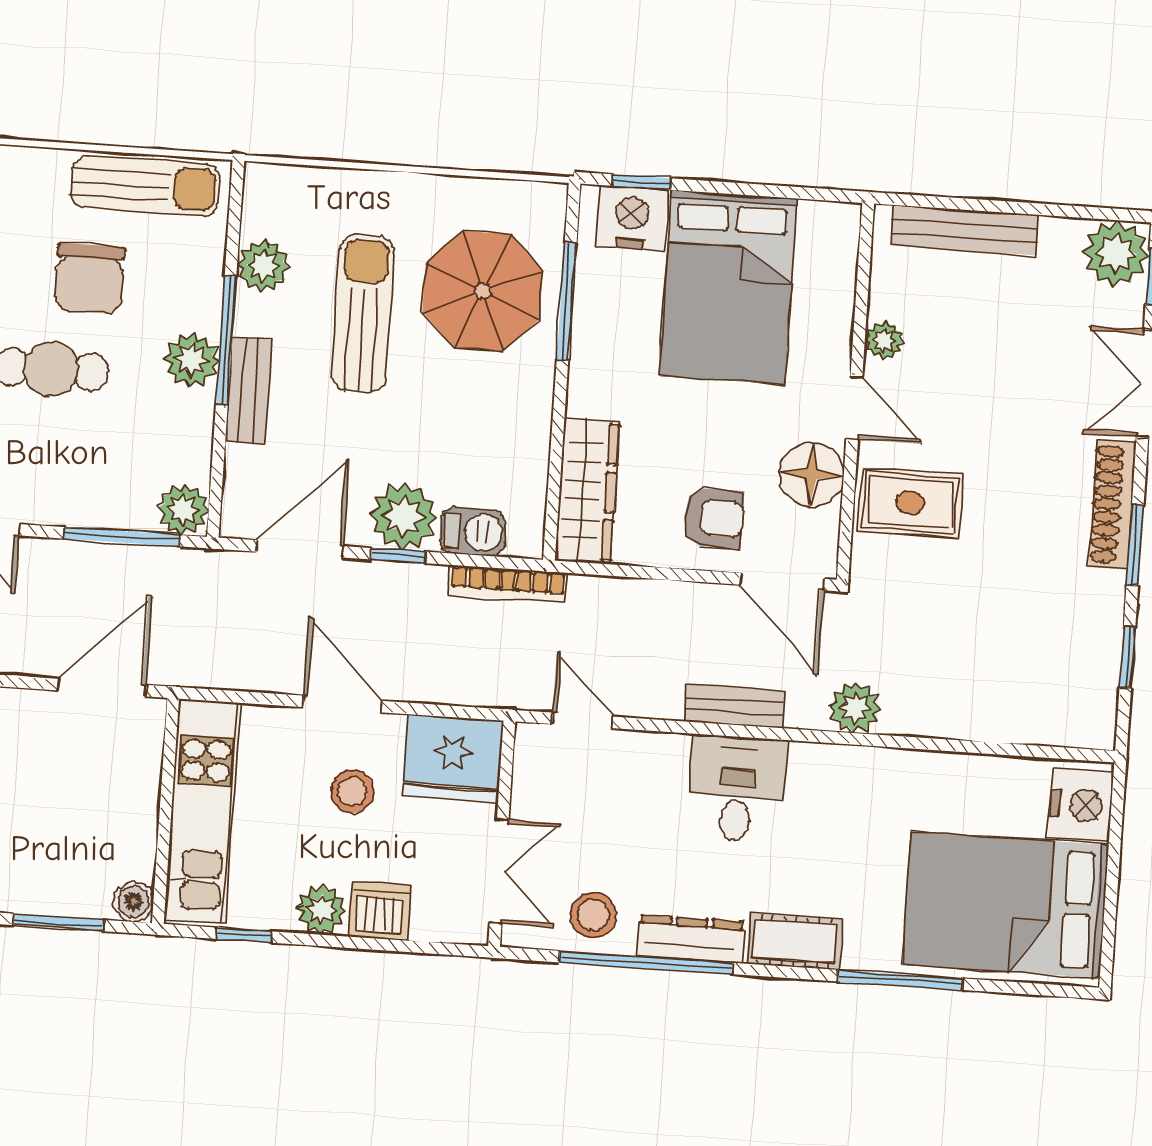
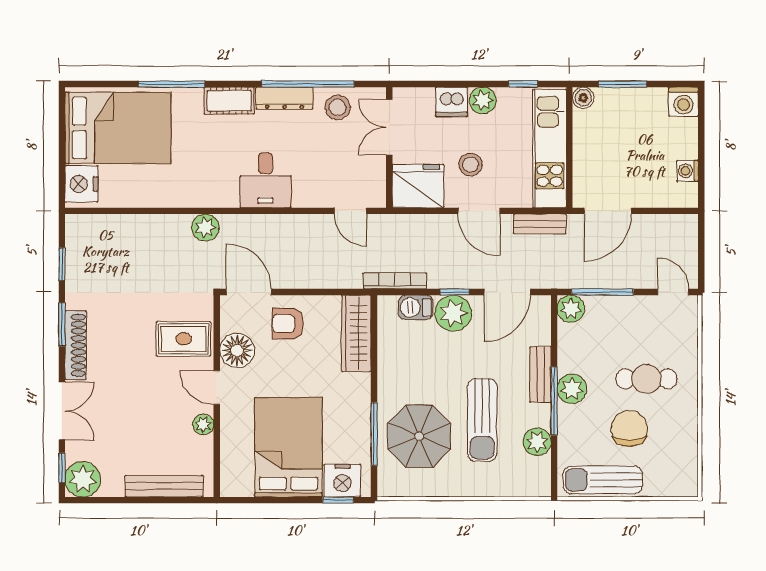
bench: (734, 706) -> (540, 224), moved

